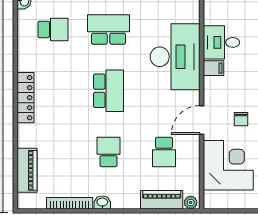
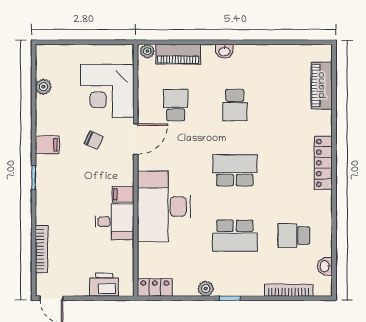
school desk: (108, 91) -> (235, 170), turned 90
chair: (241, 119) -> (94, 140), turned 115
washbasin: (102, 202) -> (224, 51), moved
bookcase: (70, 203) -> (276, 50), removed

